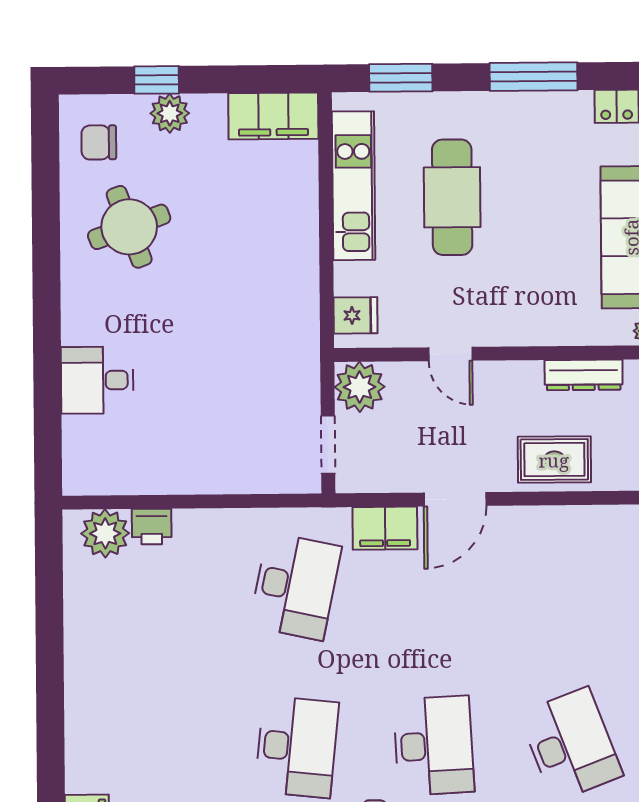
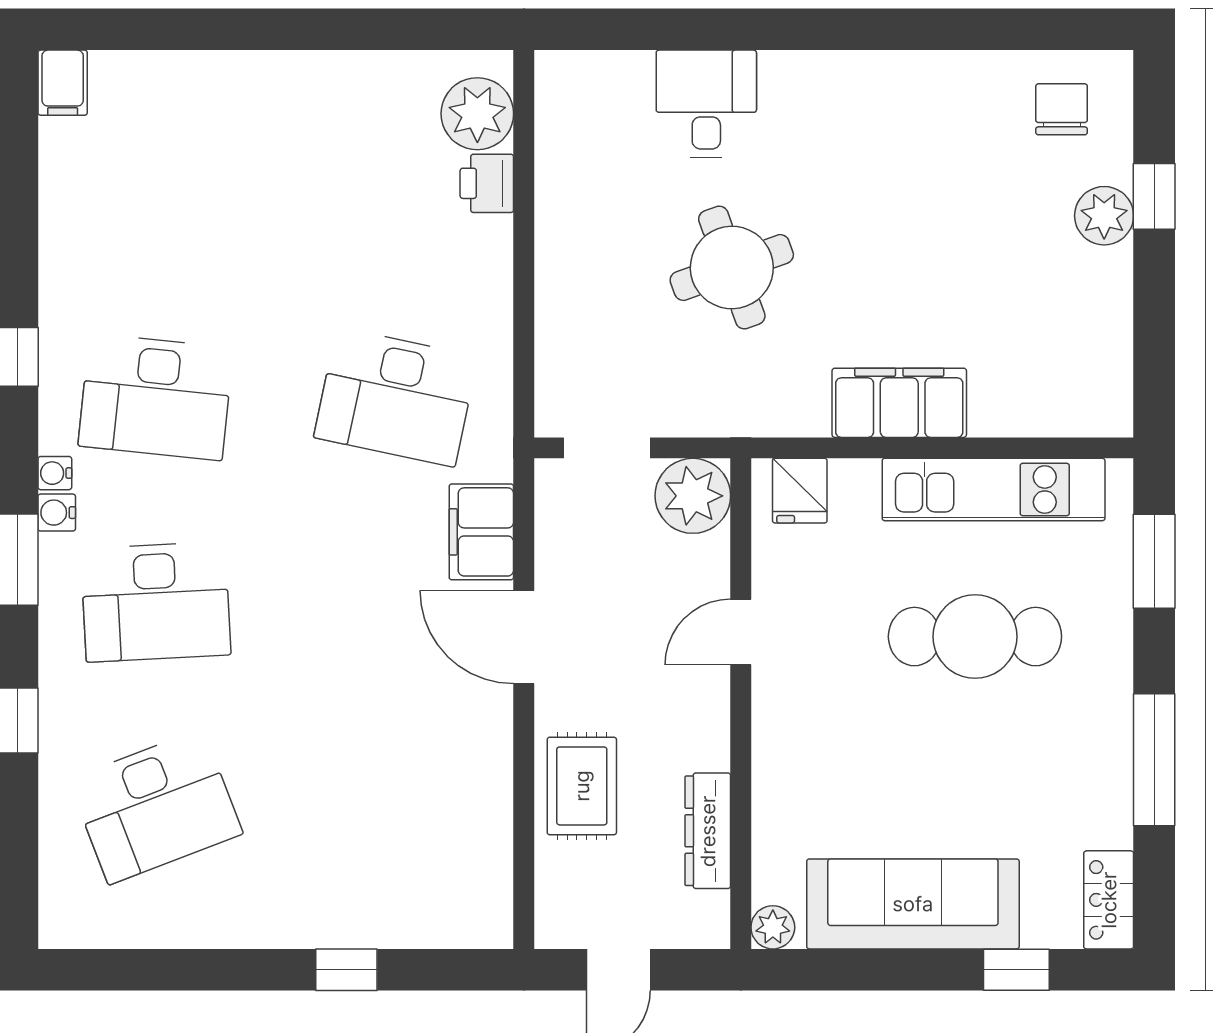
filing cabinet: (273, 116) -> (899, 403), moved, turned 90
round table: (129, 227) -> (732, 267), moved

